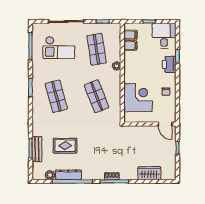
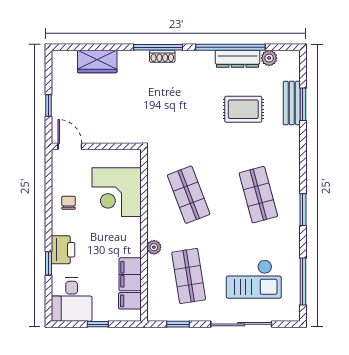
filing cabinet: (130, 45) -> (130, 274), width x2.00
checkout: (59, 47) -> (254, 279), turned 180

